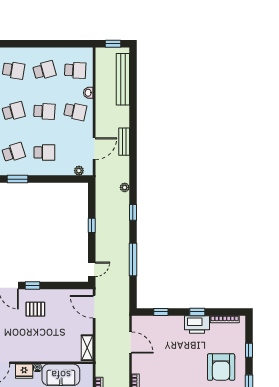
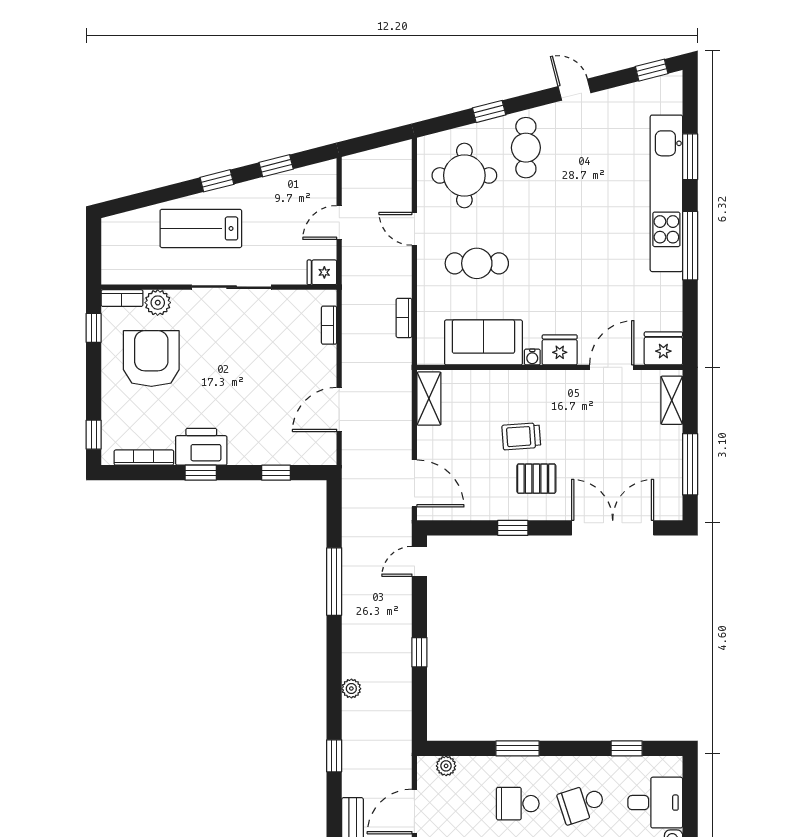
window: (18, 179) -> (518, 748), moved
plant: (125, 187) -> (351, 689), moved
window: (133, 212) -> (334, 756), moved
window: (32, 285) -> (513, 528), moved
trolley: (43, 330) -> (521, 436), added
door: (130, 343) -> (339, 409), hinge flipped
window: (249, 350) -> (94, 435), moved

